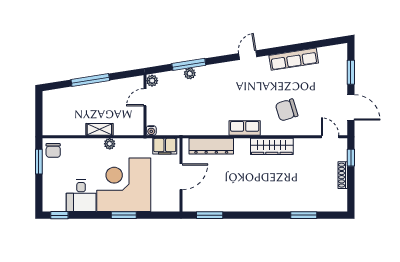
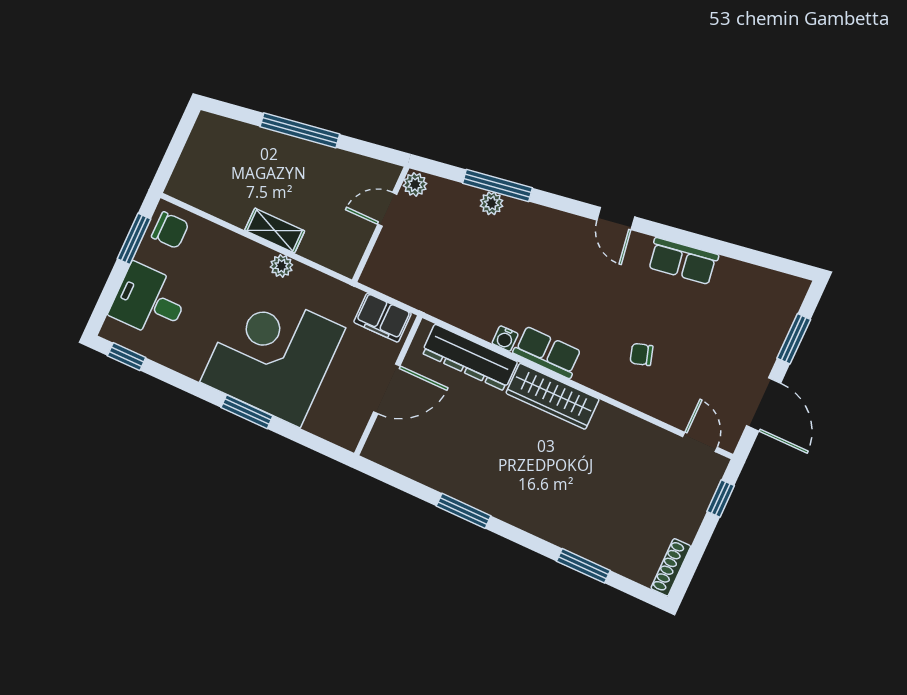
door: (248, 55) -> (616, 218), swing flipped
row of seats: (294, 59) -> (683, 261), width x0.68
chair: (287, 110) -> (641, 354), width x0.54, depth x0.54
water cooler: (151, 131) -> (505, 339), moved
wardrobe: (272, 146) -> (553, 396), moved
chair: (53, 150) -> (170, 230), turned -90
shoe rack: (343, 175) -> (671, 567), moved
desk: (81, 196) -> (149, 301), moved, turned 90
window: (210, 215) -> (464, 511), moved

